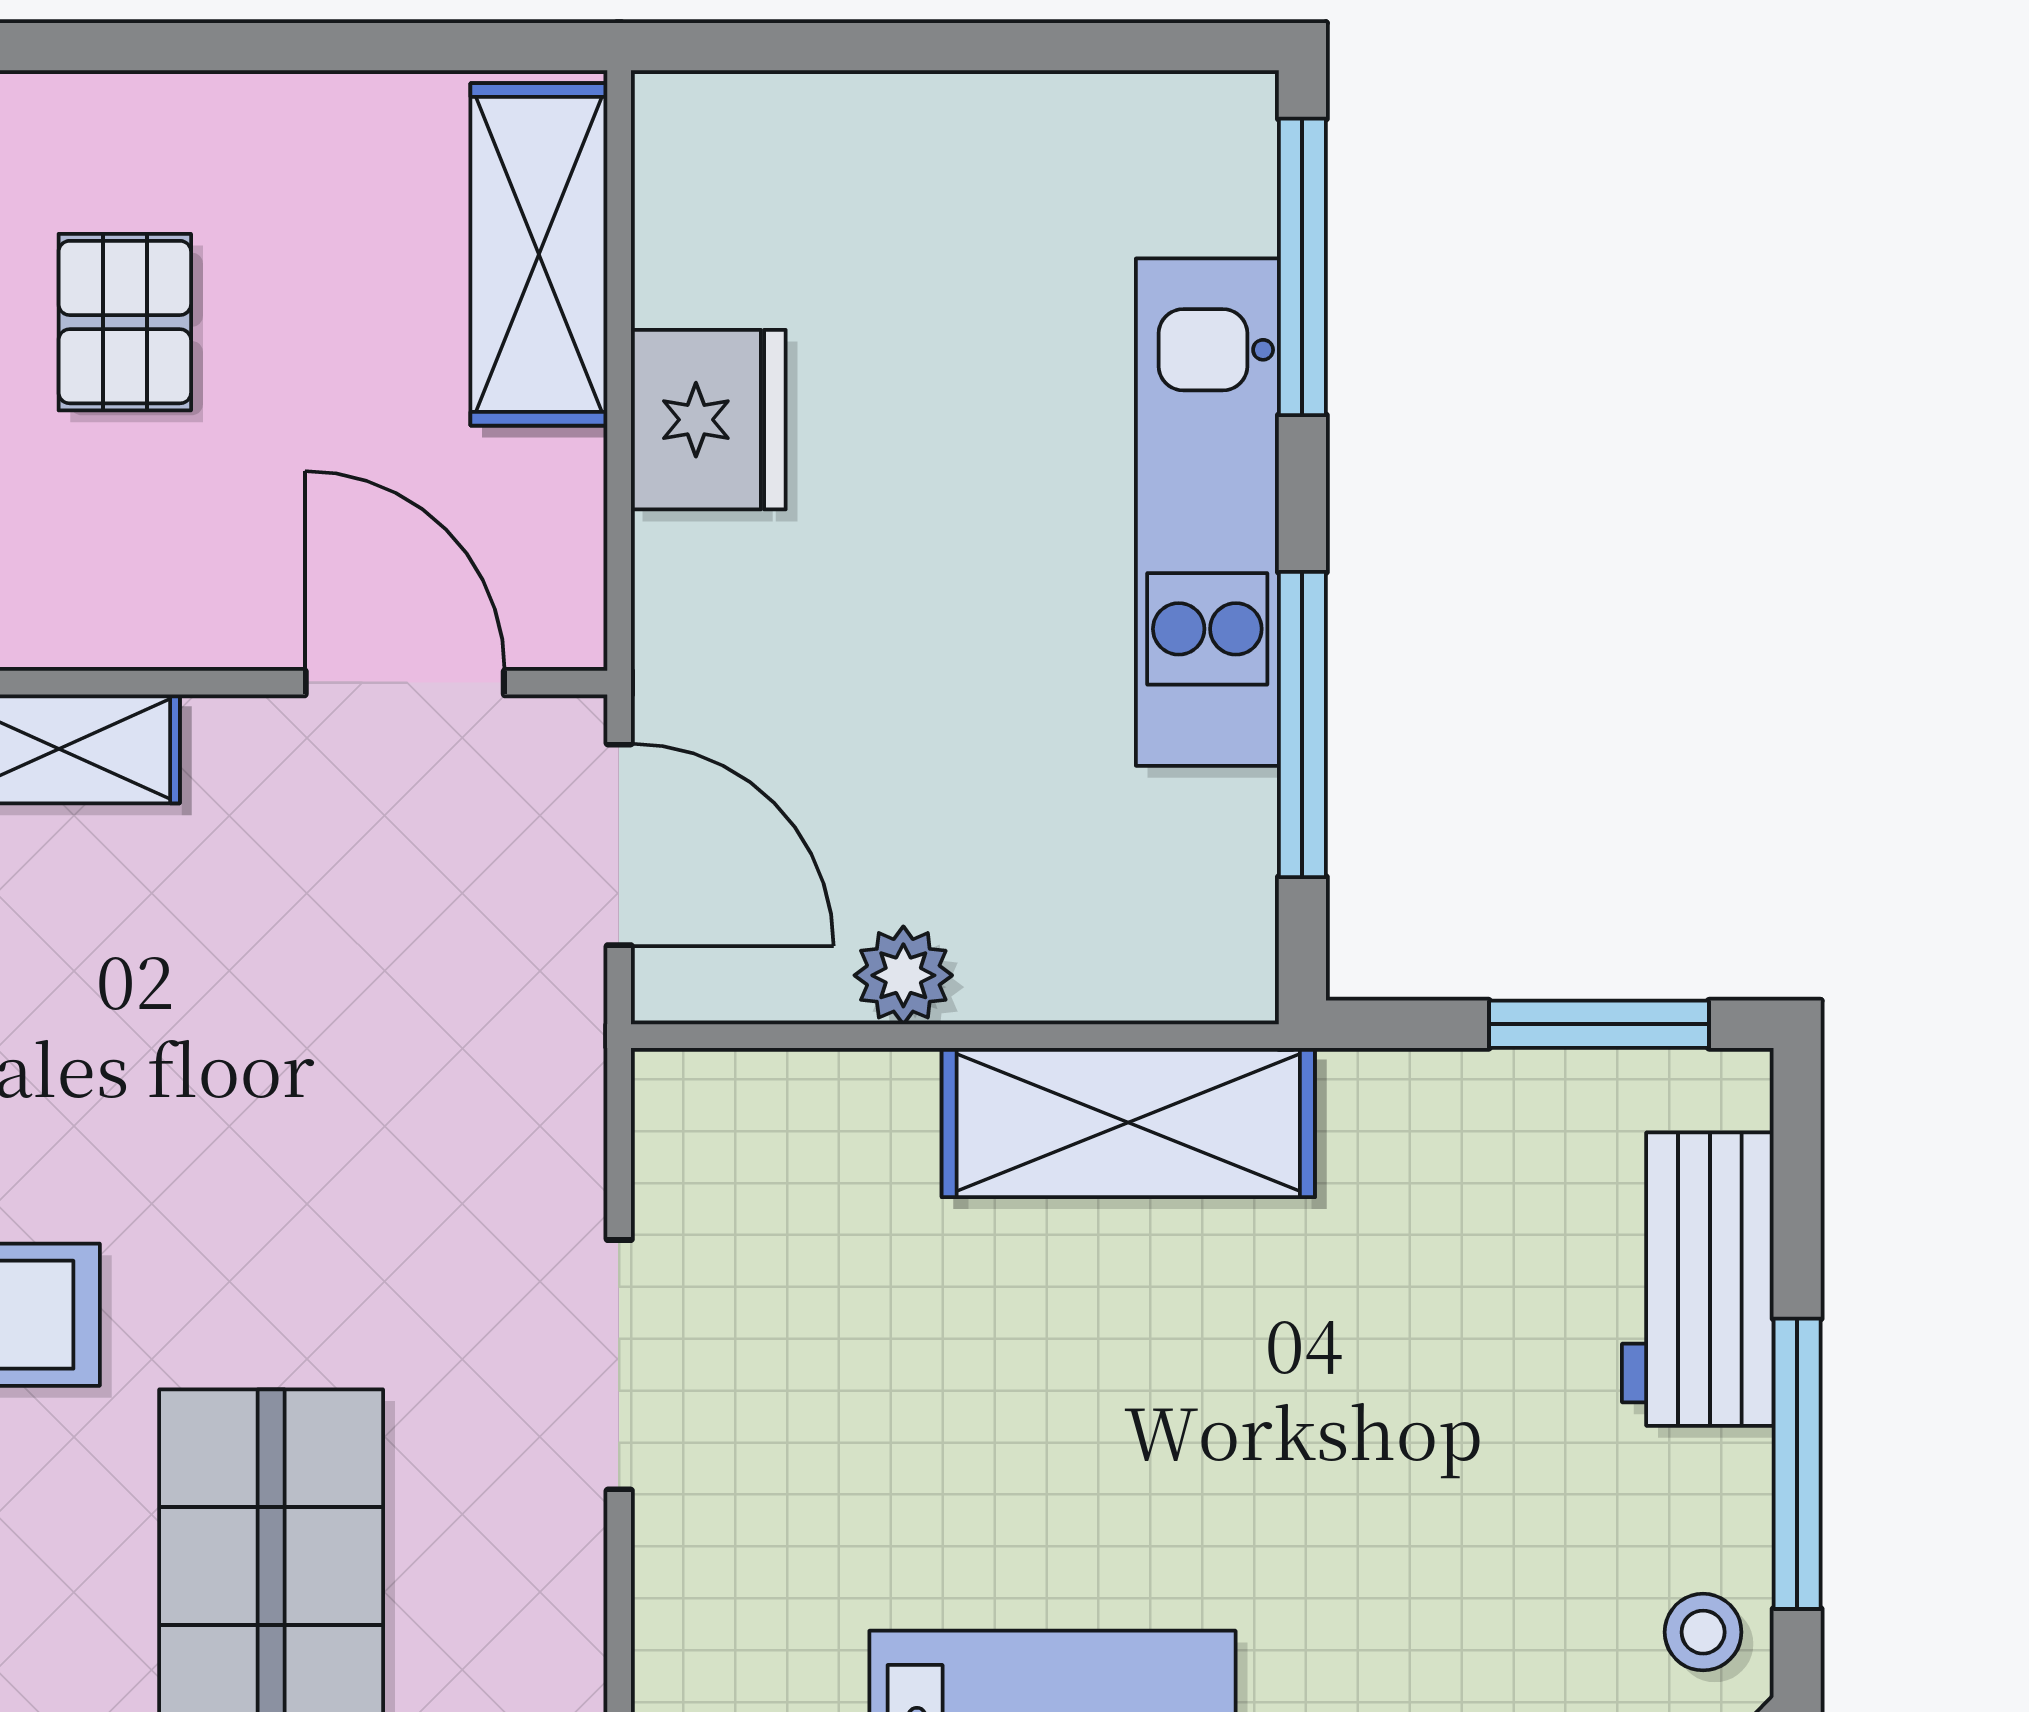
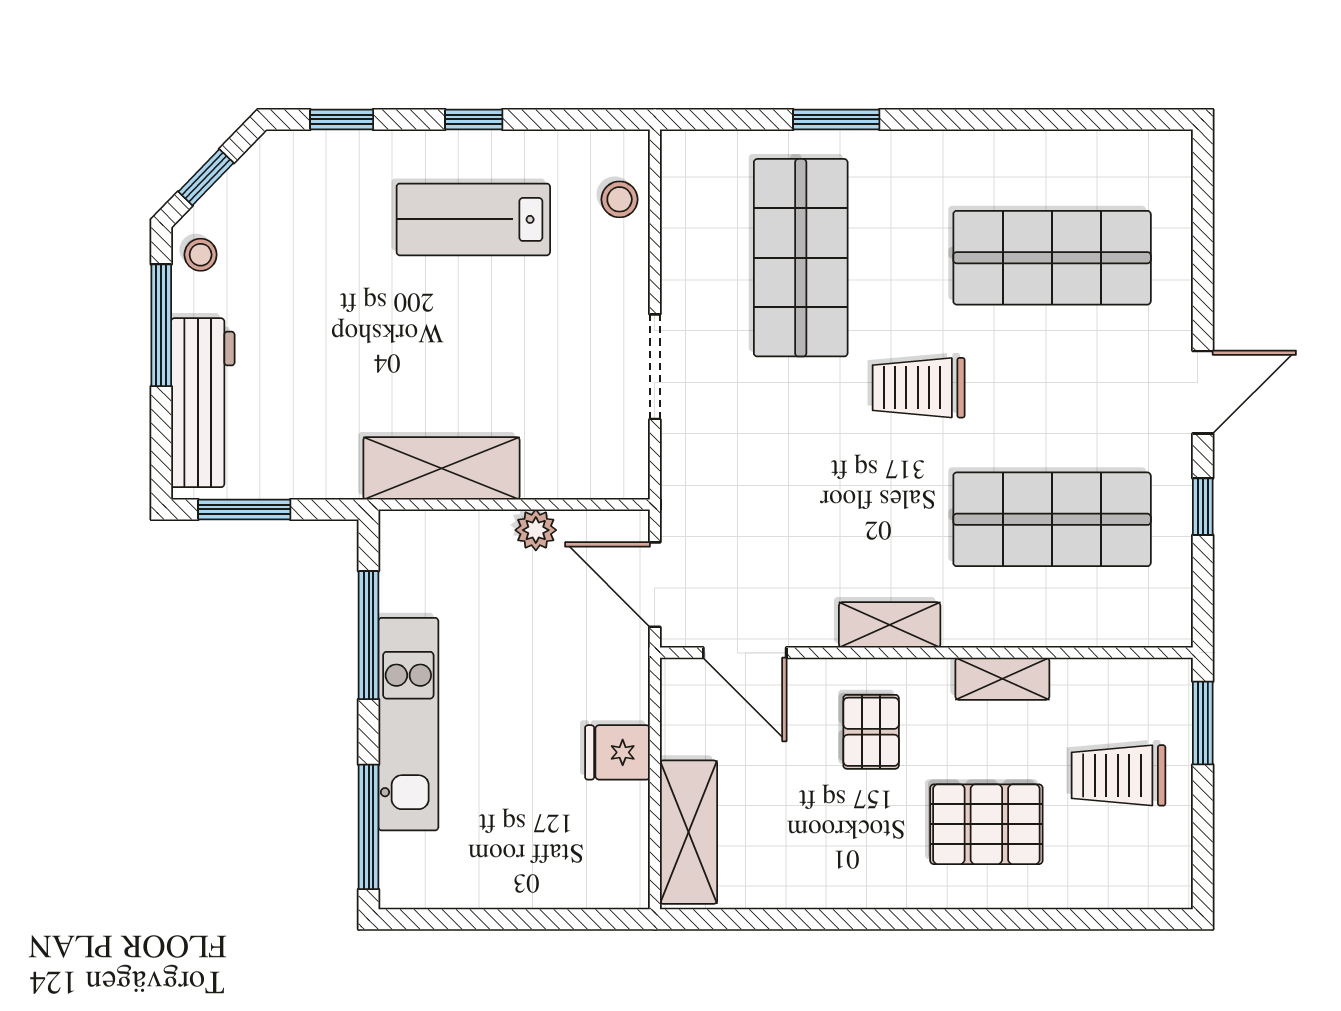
pallet: (125, 322) -> (871, 732), moved
fridge: (708, 420) -> (617, 752), width x0.72
workbench: (1698, 1279) -> (203, 403), width x1.37

